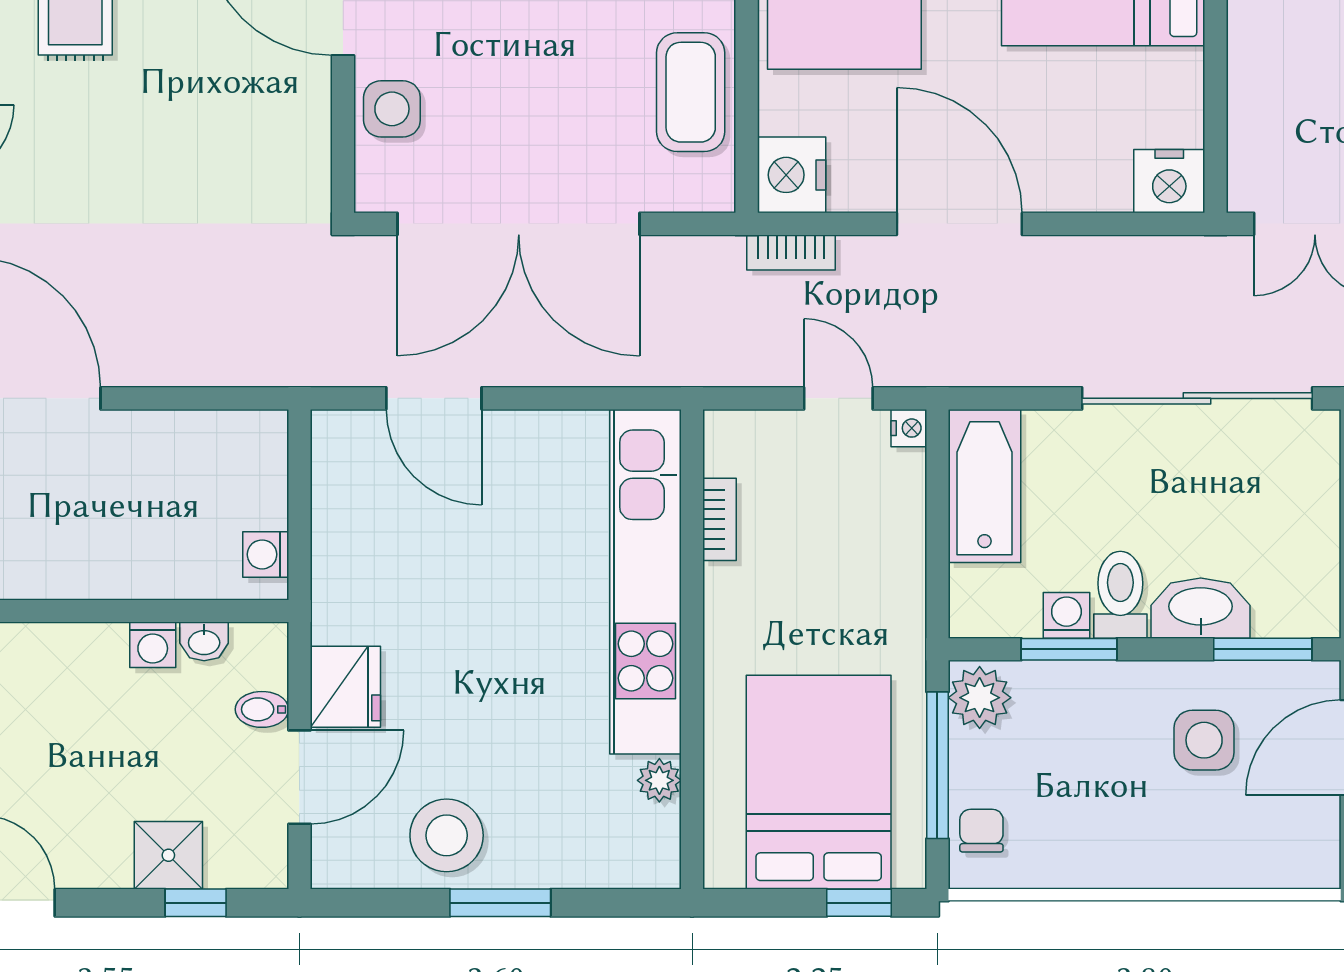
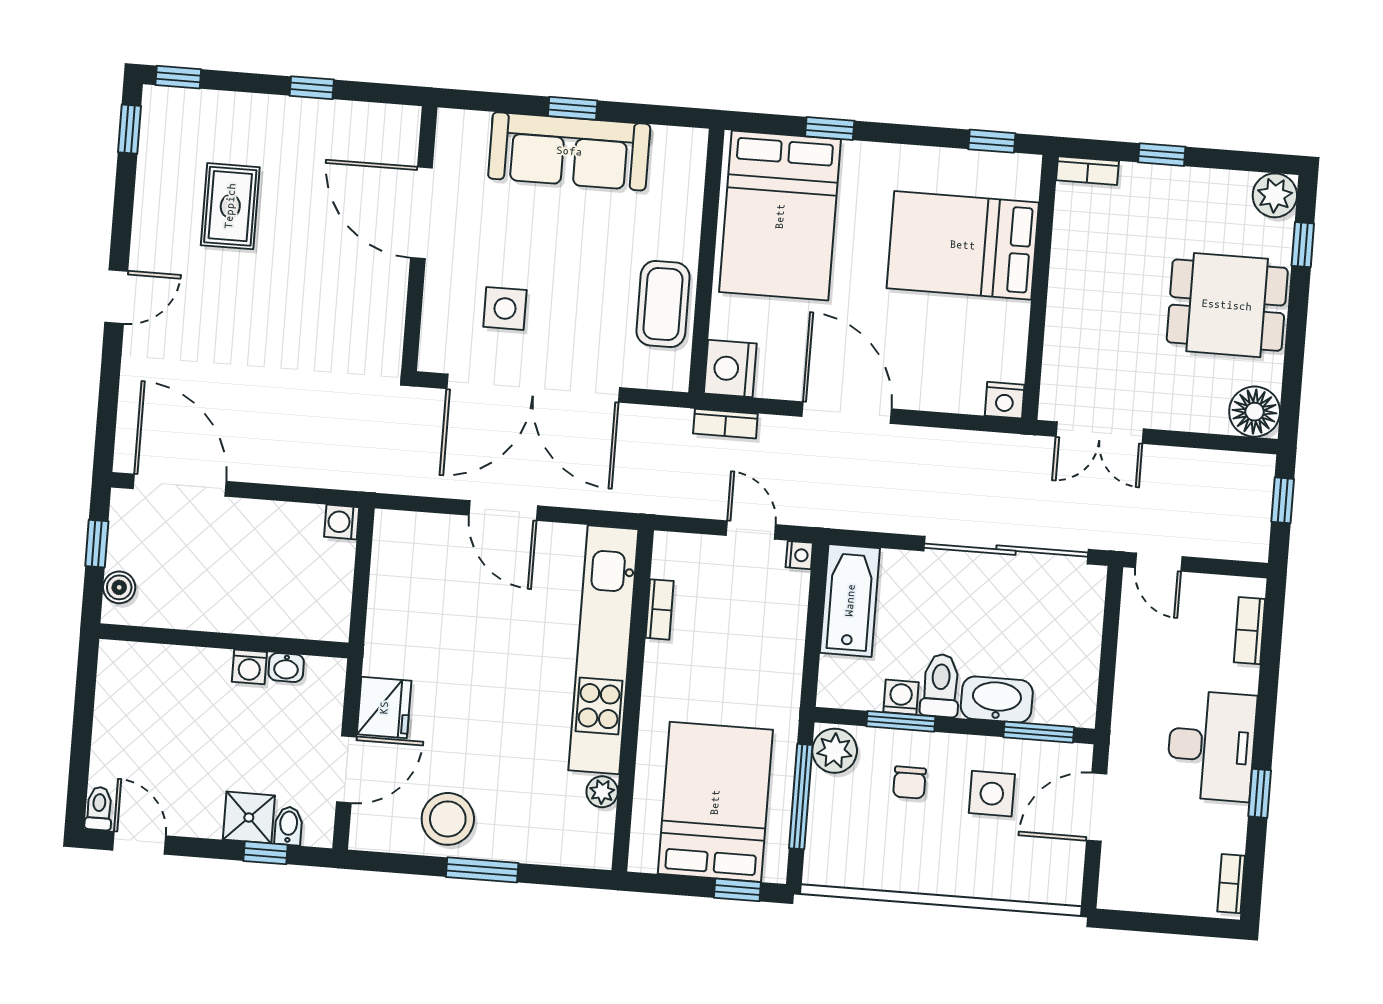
side table: (392, 109) -> (505, 308), moved
nightstand: (1169, 181) -> (1005, 400), width x0.74, depth x0.75
door: (434, 398) -> (503, 511), moved
washing machine: (266, 554) -> (342, 522), moved
bidet: (262, 709) -> (288, 826), moved, turned 90
chair: (981, 831) -> (909, 783), moved, turned 180

